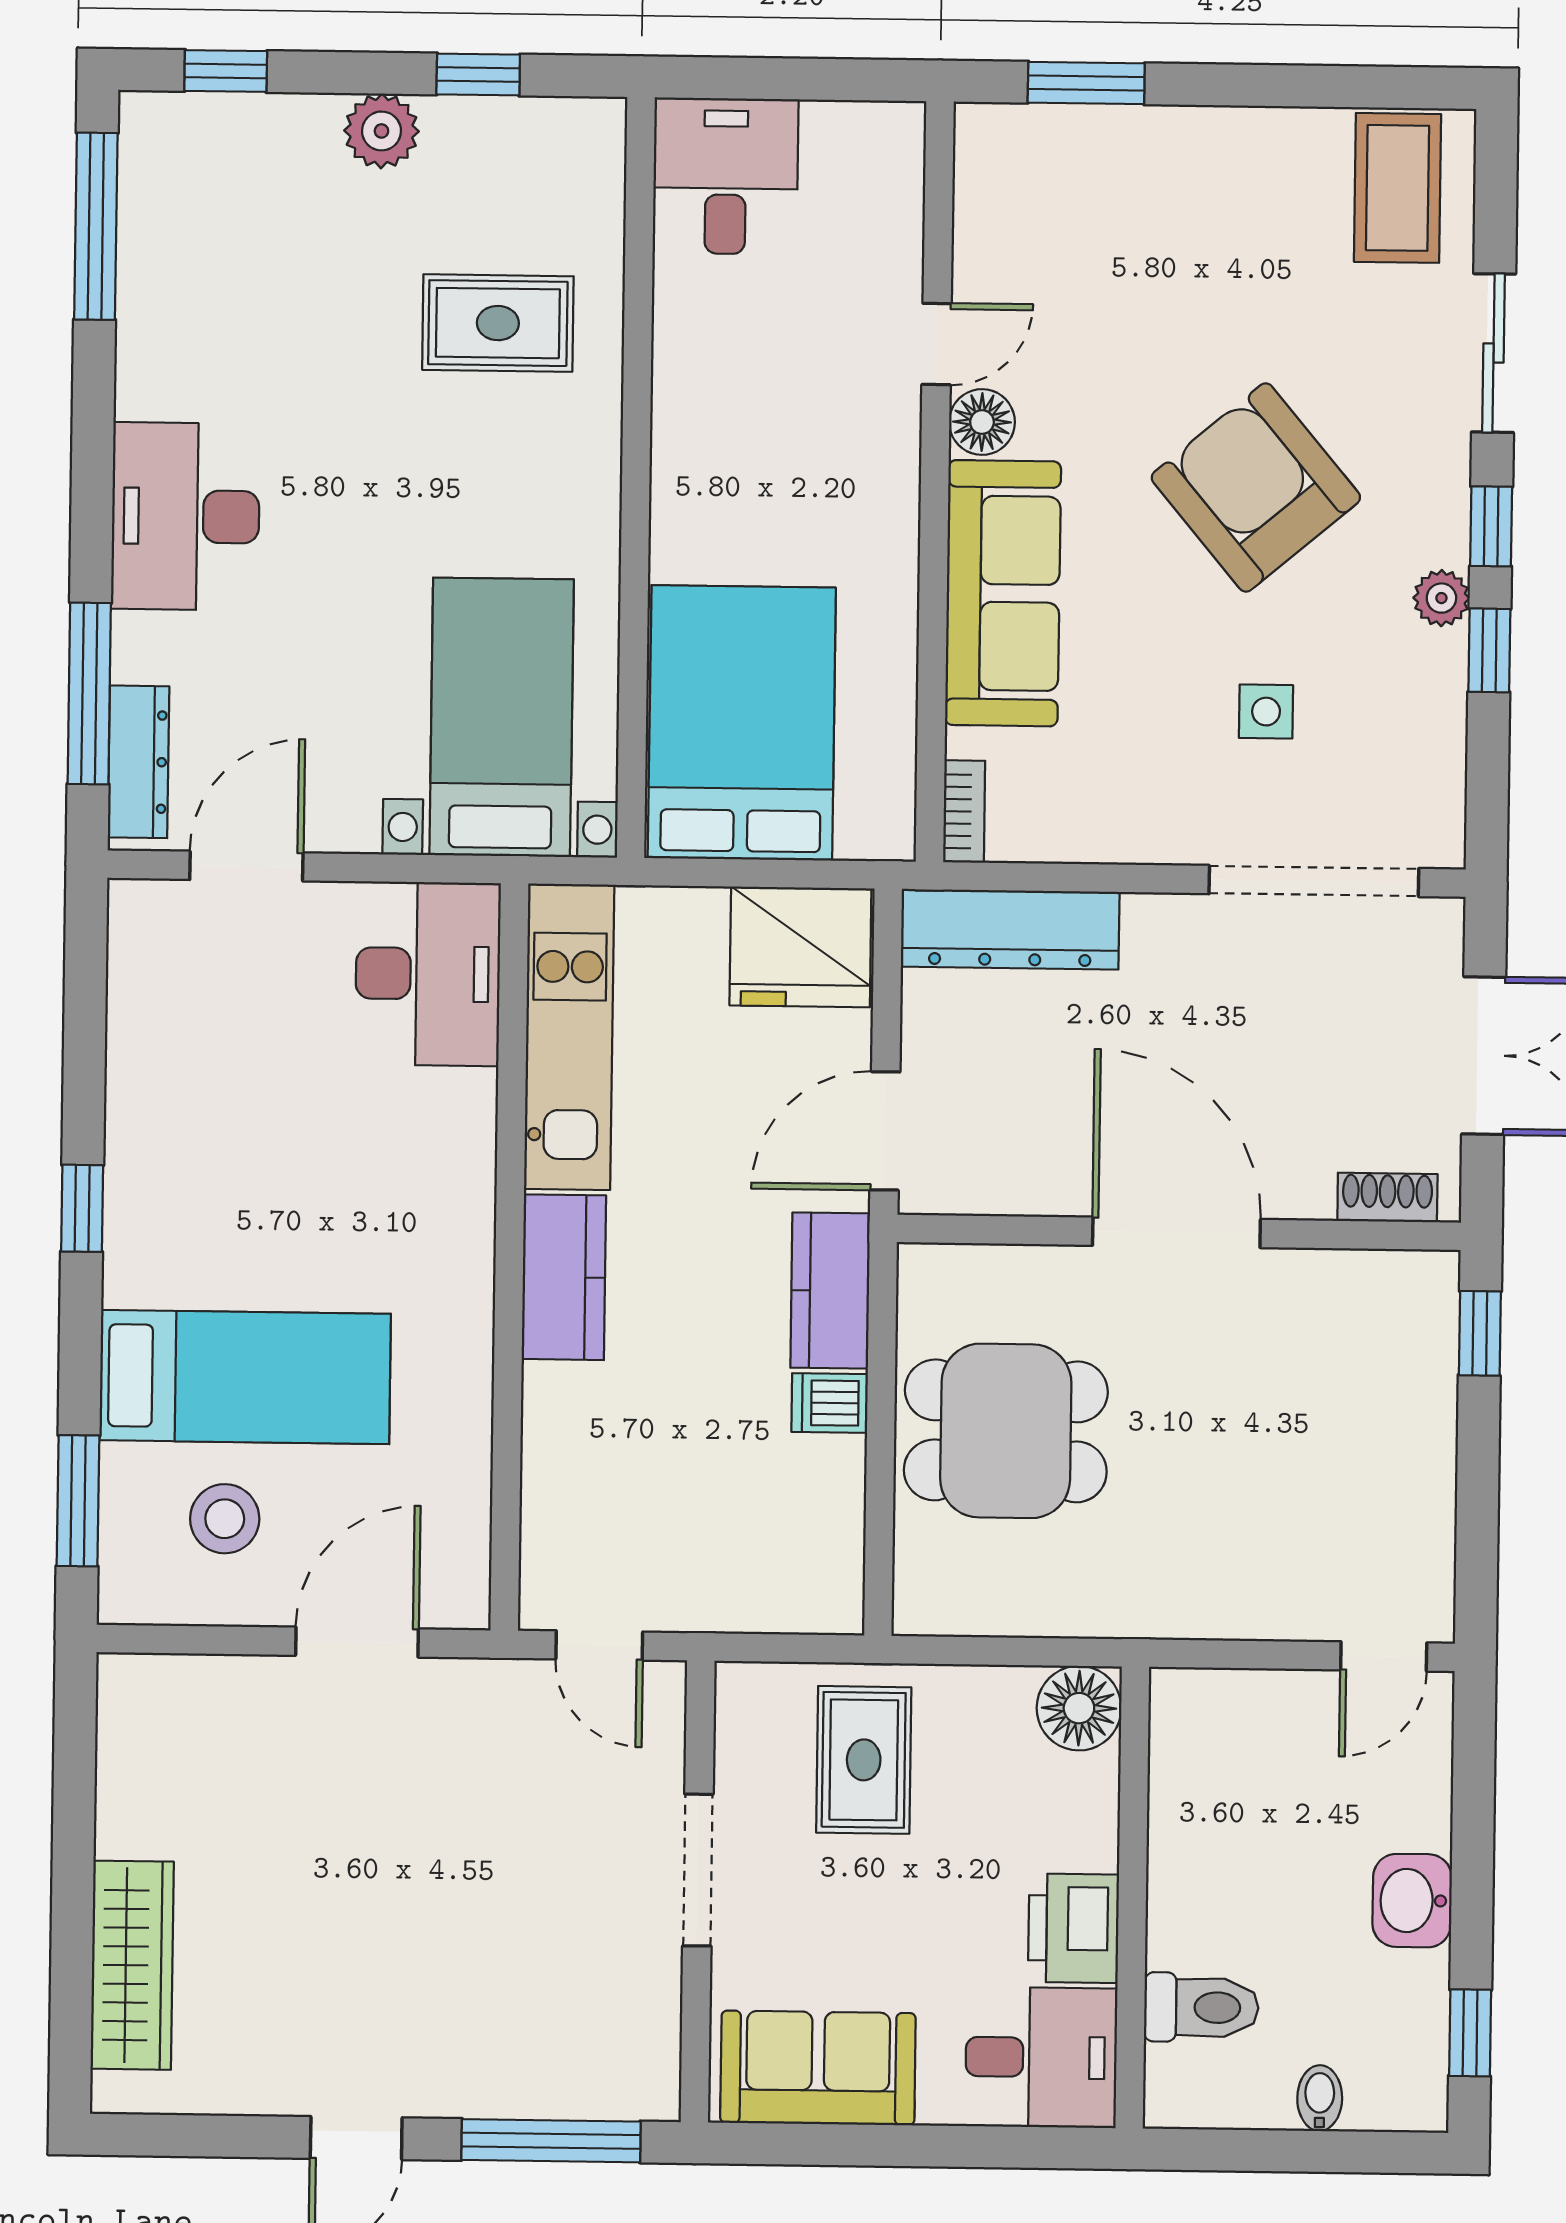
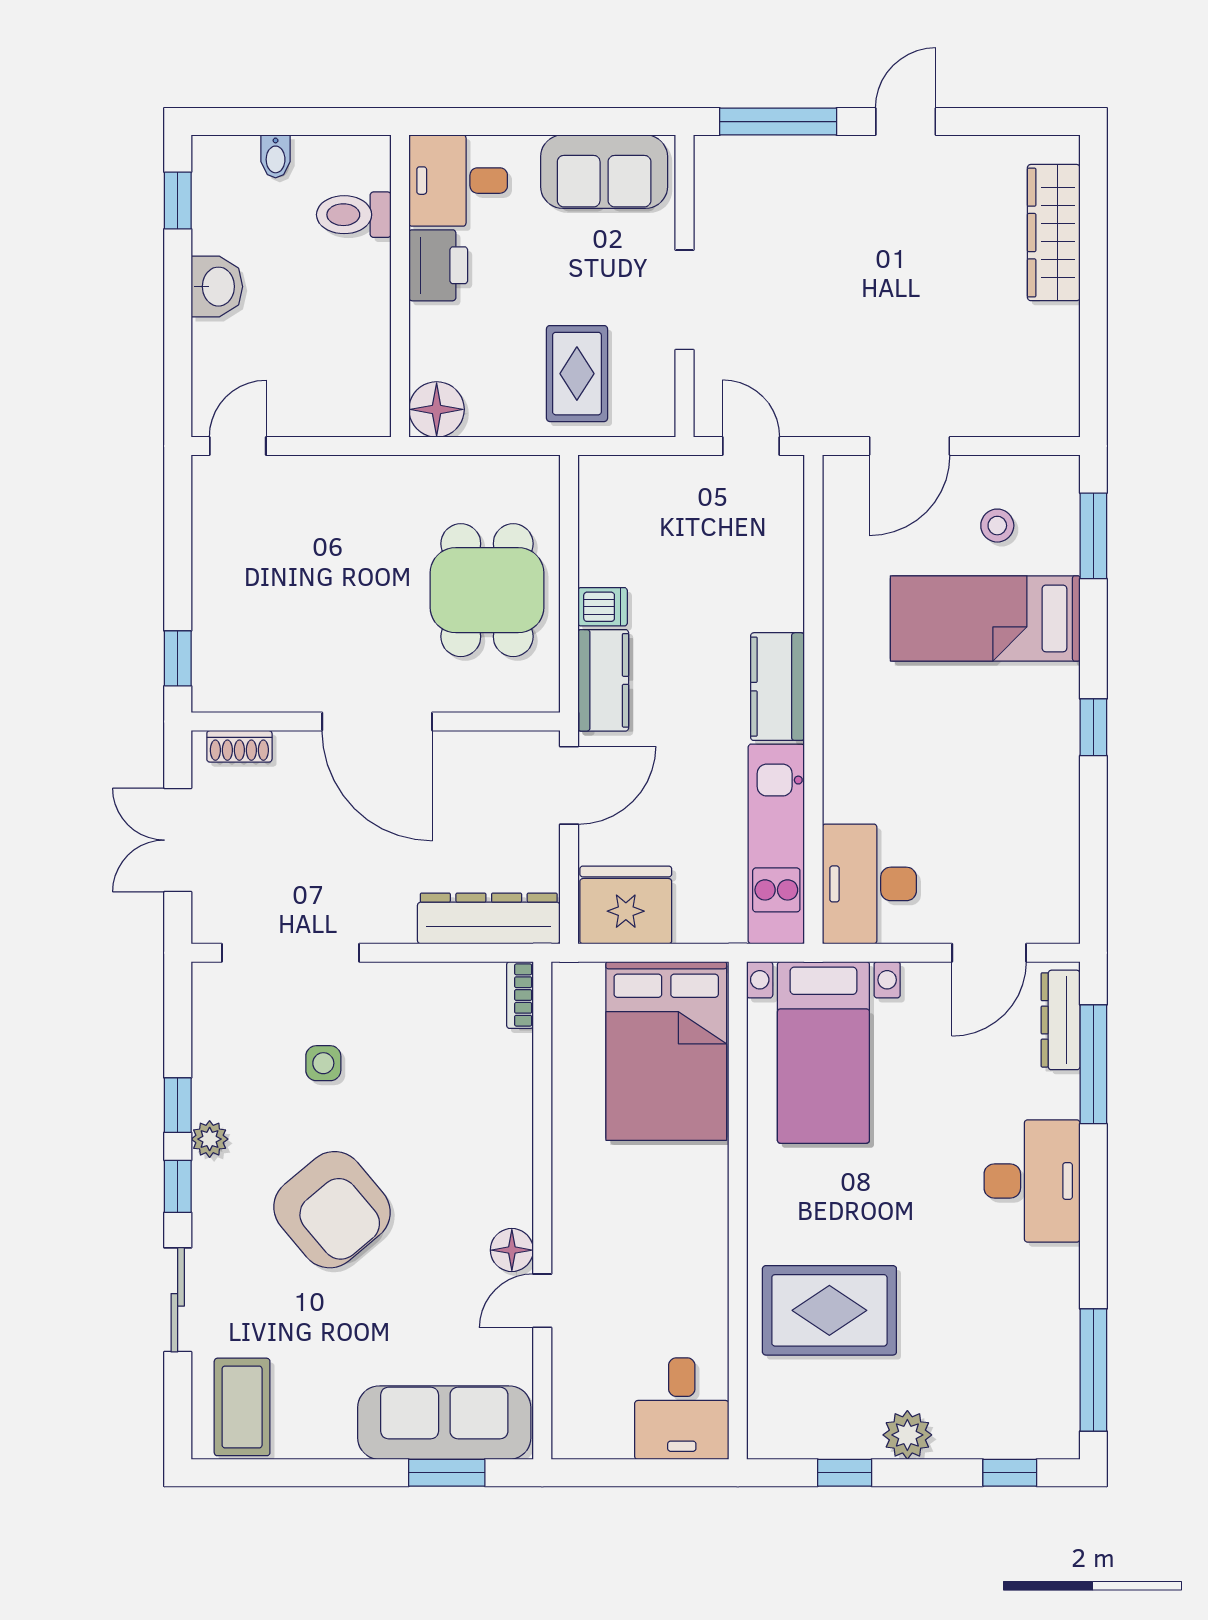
rug: (498, 323) -> (829, 1310), width x1.36, depth x1.43
sofa: (1003, 593) -> (444, 1423), moved, turned 90
dining table: (1006, 1431) -> (487, 590), turned 90
stool: (225, 1519) -> (997, 526), width x0.73, depth x0.73

